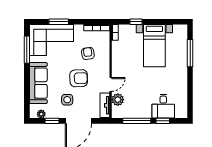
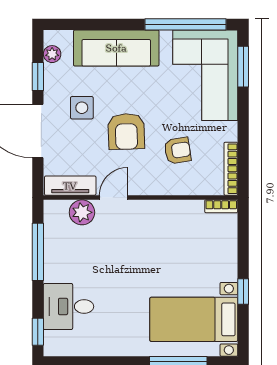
window: (59, 22) -> (243, 67), moved
window: (136, 22) -> (243, 292), moved
bed with nightstands: (154, 46) -> (194, 319), moved
window: (27, 50) -> (185, 24), width x1.46
door: (111, 84) -> (113, 198), swing flipped
window: (163, 121) -> (38, 332), moved

